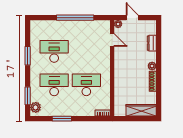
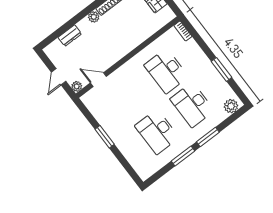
window: (75, 18) -> (105, 137), width x0.47
door: (112, 40) -> (98, 80), hinge flipped
window: (28, 96) -> (208, 137), moved

